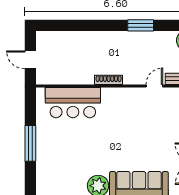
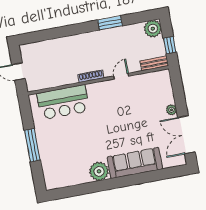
door: (154, 86) -> (121, 76), moved

